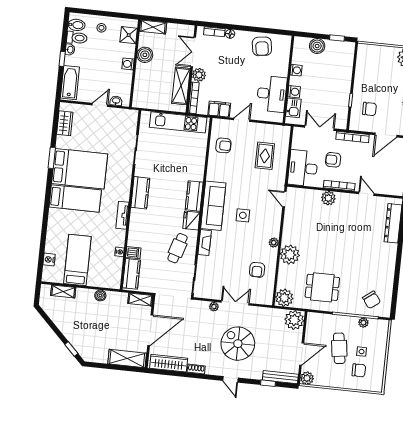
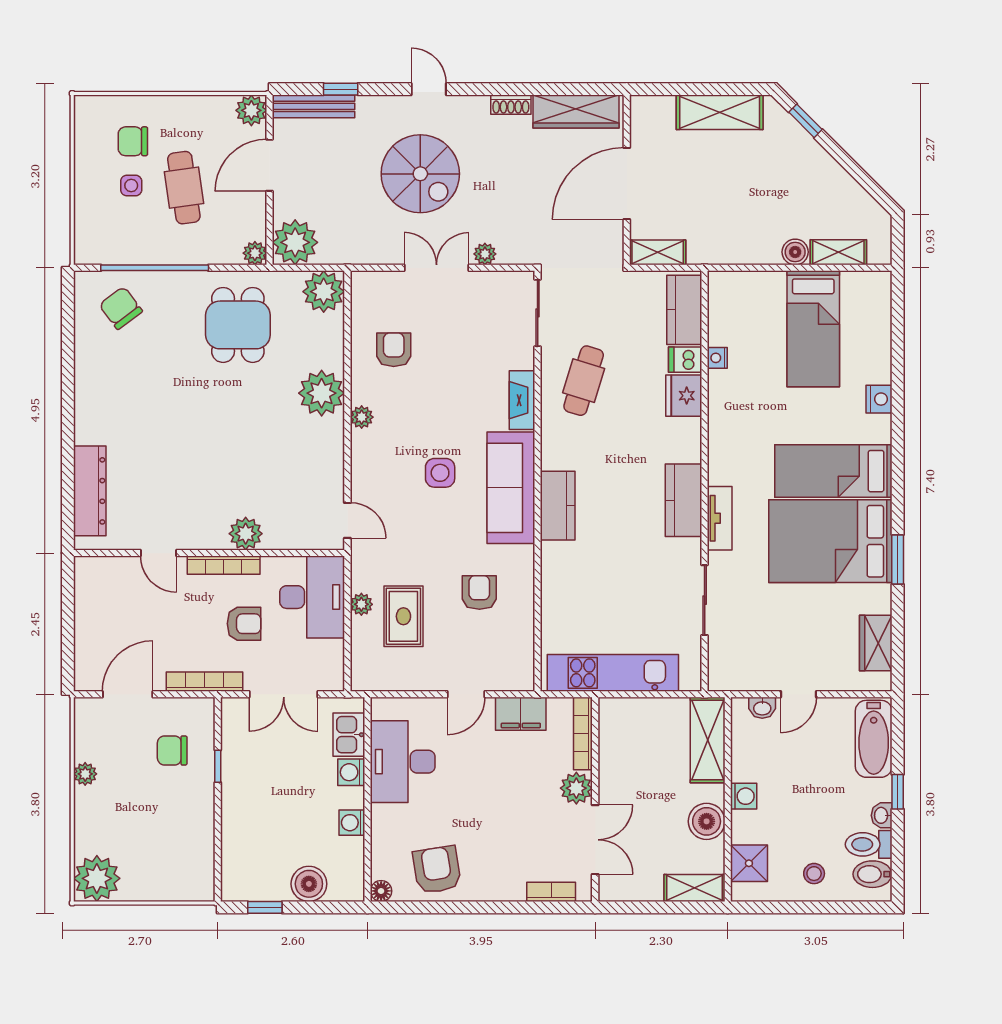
floor lamp: (230, 34) -> (381, 891), moved
shelving: (181, 86) -> (708, 740), moved
armchair: (223, 145) -> (479, 592), moved, turned 90
plant: (282, 163) -> (361, 604), added
tv unit: (122, 215) -> (720, 518), moved
fridge: (191, 221) -> (684, 396), moved, turned 180
nightstand: (49, 260) -> (879, 399), moved
dining table: (322, 287) -> (238, 325), turned 90
boiler: (100, 295) -> (795, 252), moved
double door: (235, 303) -> (437, 268), swing flipped
plant: (363, 323) -> (255, 253), moved
shelving: (127, 358) -> (720, 112), moved

